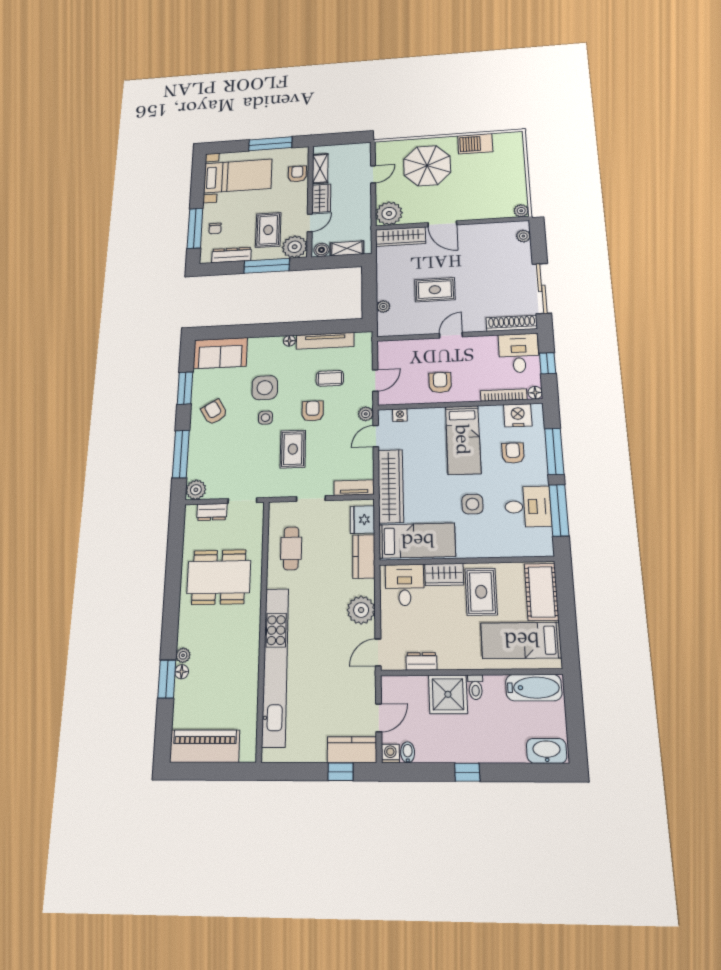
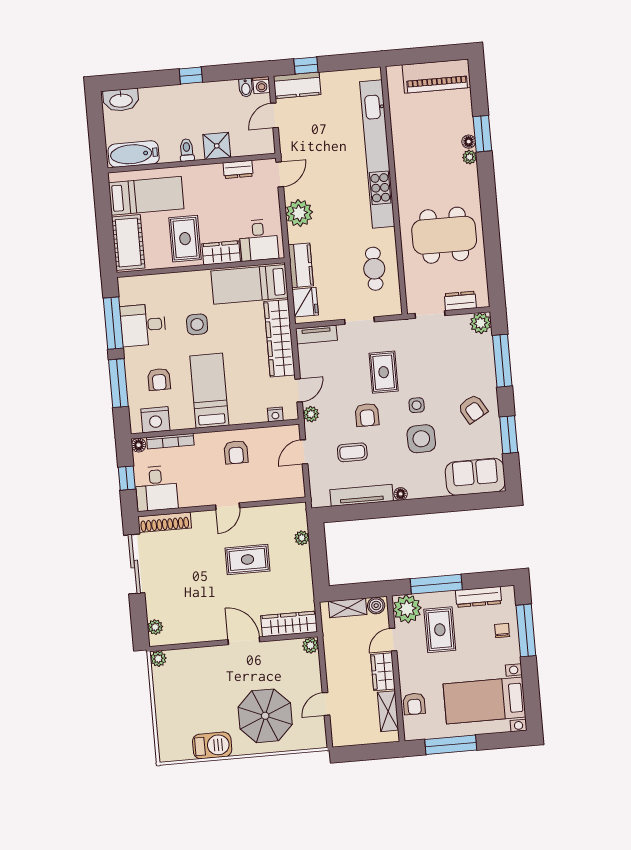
plant: (389, 213) -> (310, 645), width x0.53, depth x0.53
shower: (448, 694) -> (217, 146), width x0.73, depth x0.73

